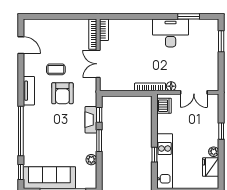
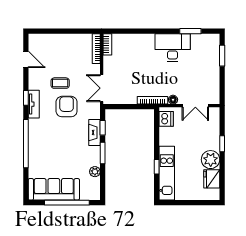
double door: (98, 64) -> (102, 88), moved
armchair: (62, 93) -> (67, 107), turned 180
plant: (214, 152) -> (211, 160), width x1.88, depth x1.88
window: (21, 172) -> (26, 98), moved

